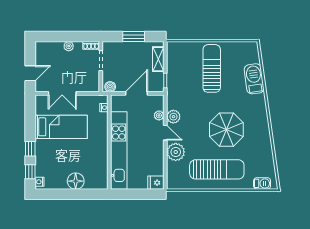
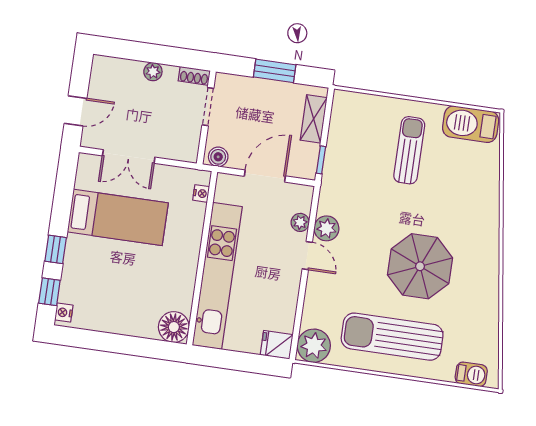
sun lounger: (212, 68) -> (409, 150), width x0.73, depth x0.75
barbecue: (254, 79) -> (471, 124), moved, turned -82
plant: (176, 152) -> (314, 346), moved
sun lounger: (217, 169) -> (392, 337), turned 180
floor lamp: (76, 181) -> (174, 327), moved

